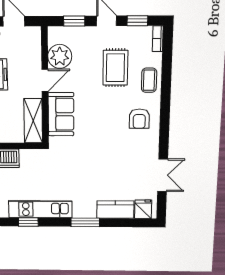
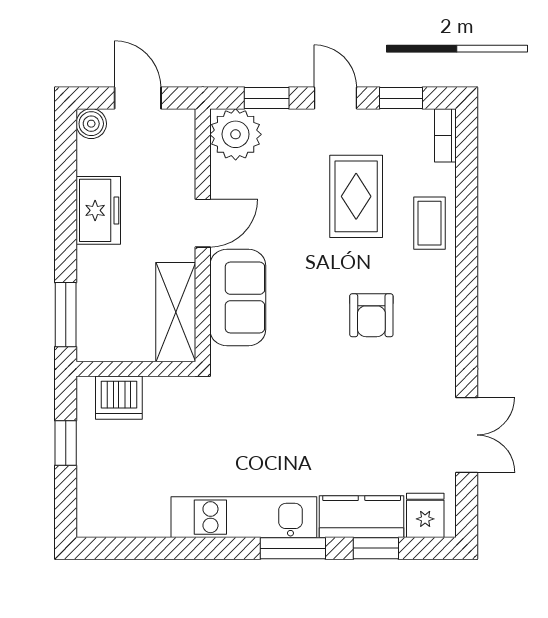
plant: (60, 56) -> (236, 134), moved
armchair: (139, 119) -> (371, 315), moved
kitchen unit: (40, 209) -> (244, 517), moved
window: (28, 222) -> (376, 548), moved

